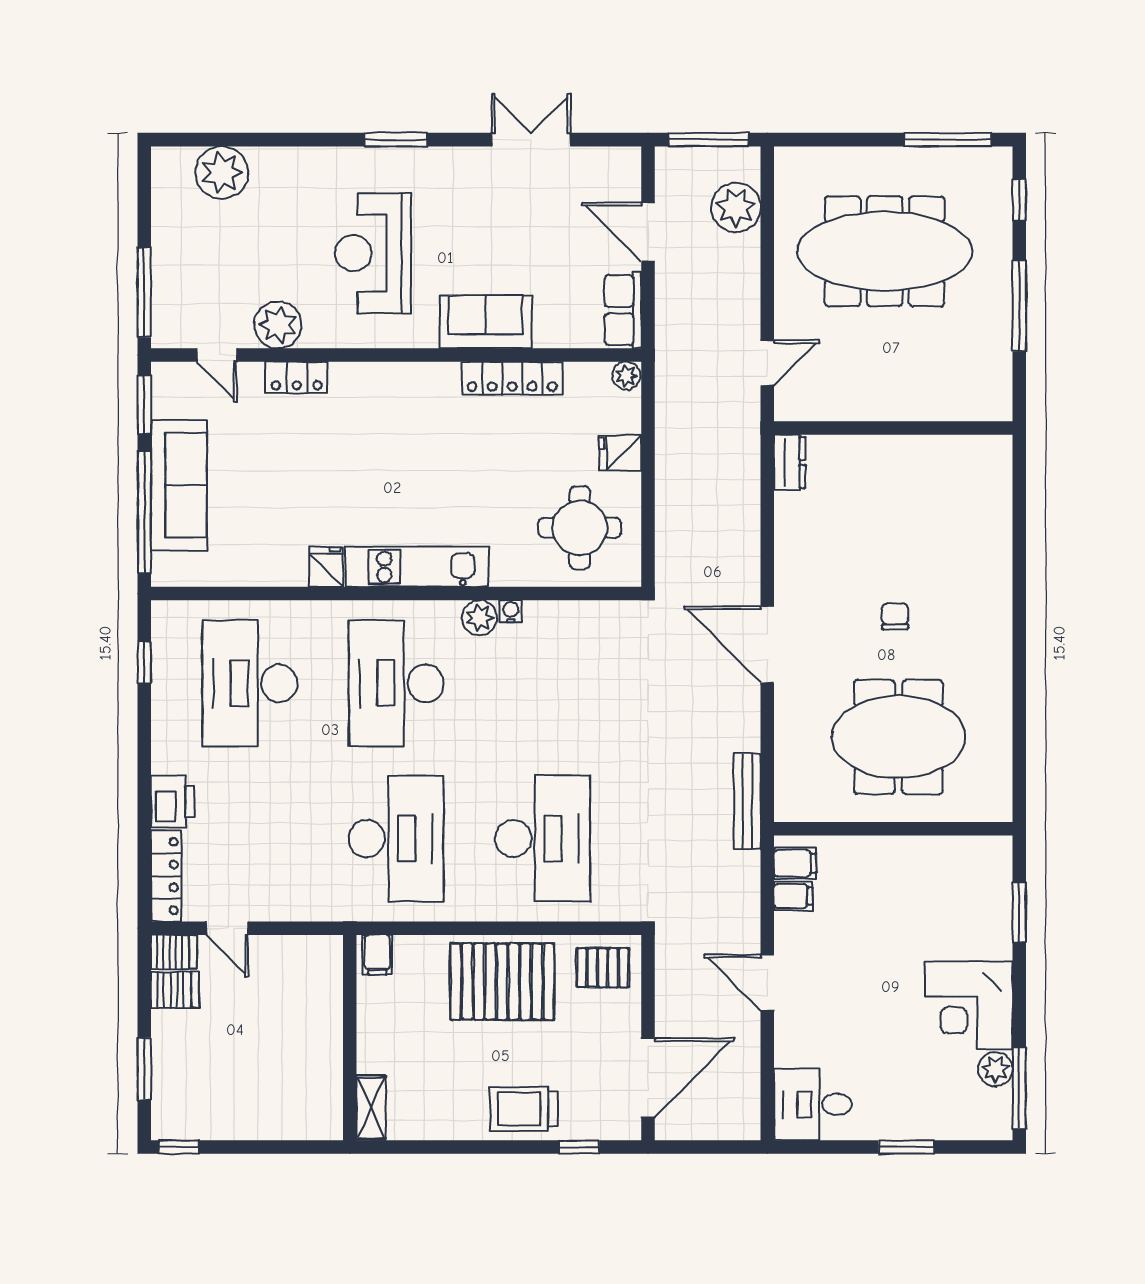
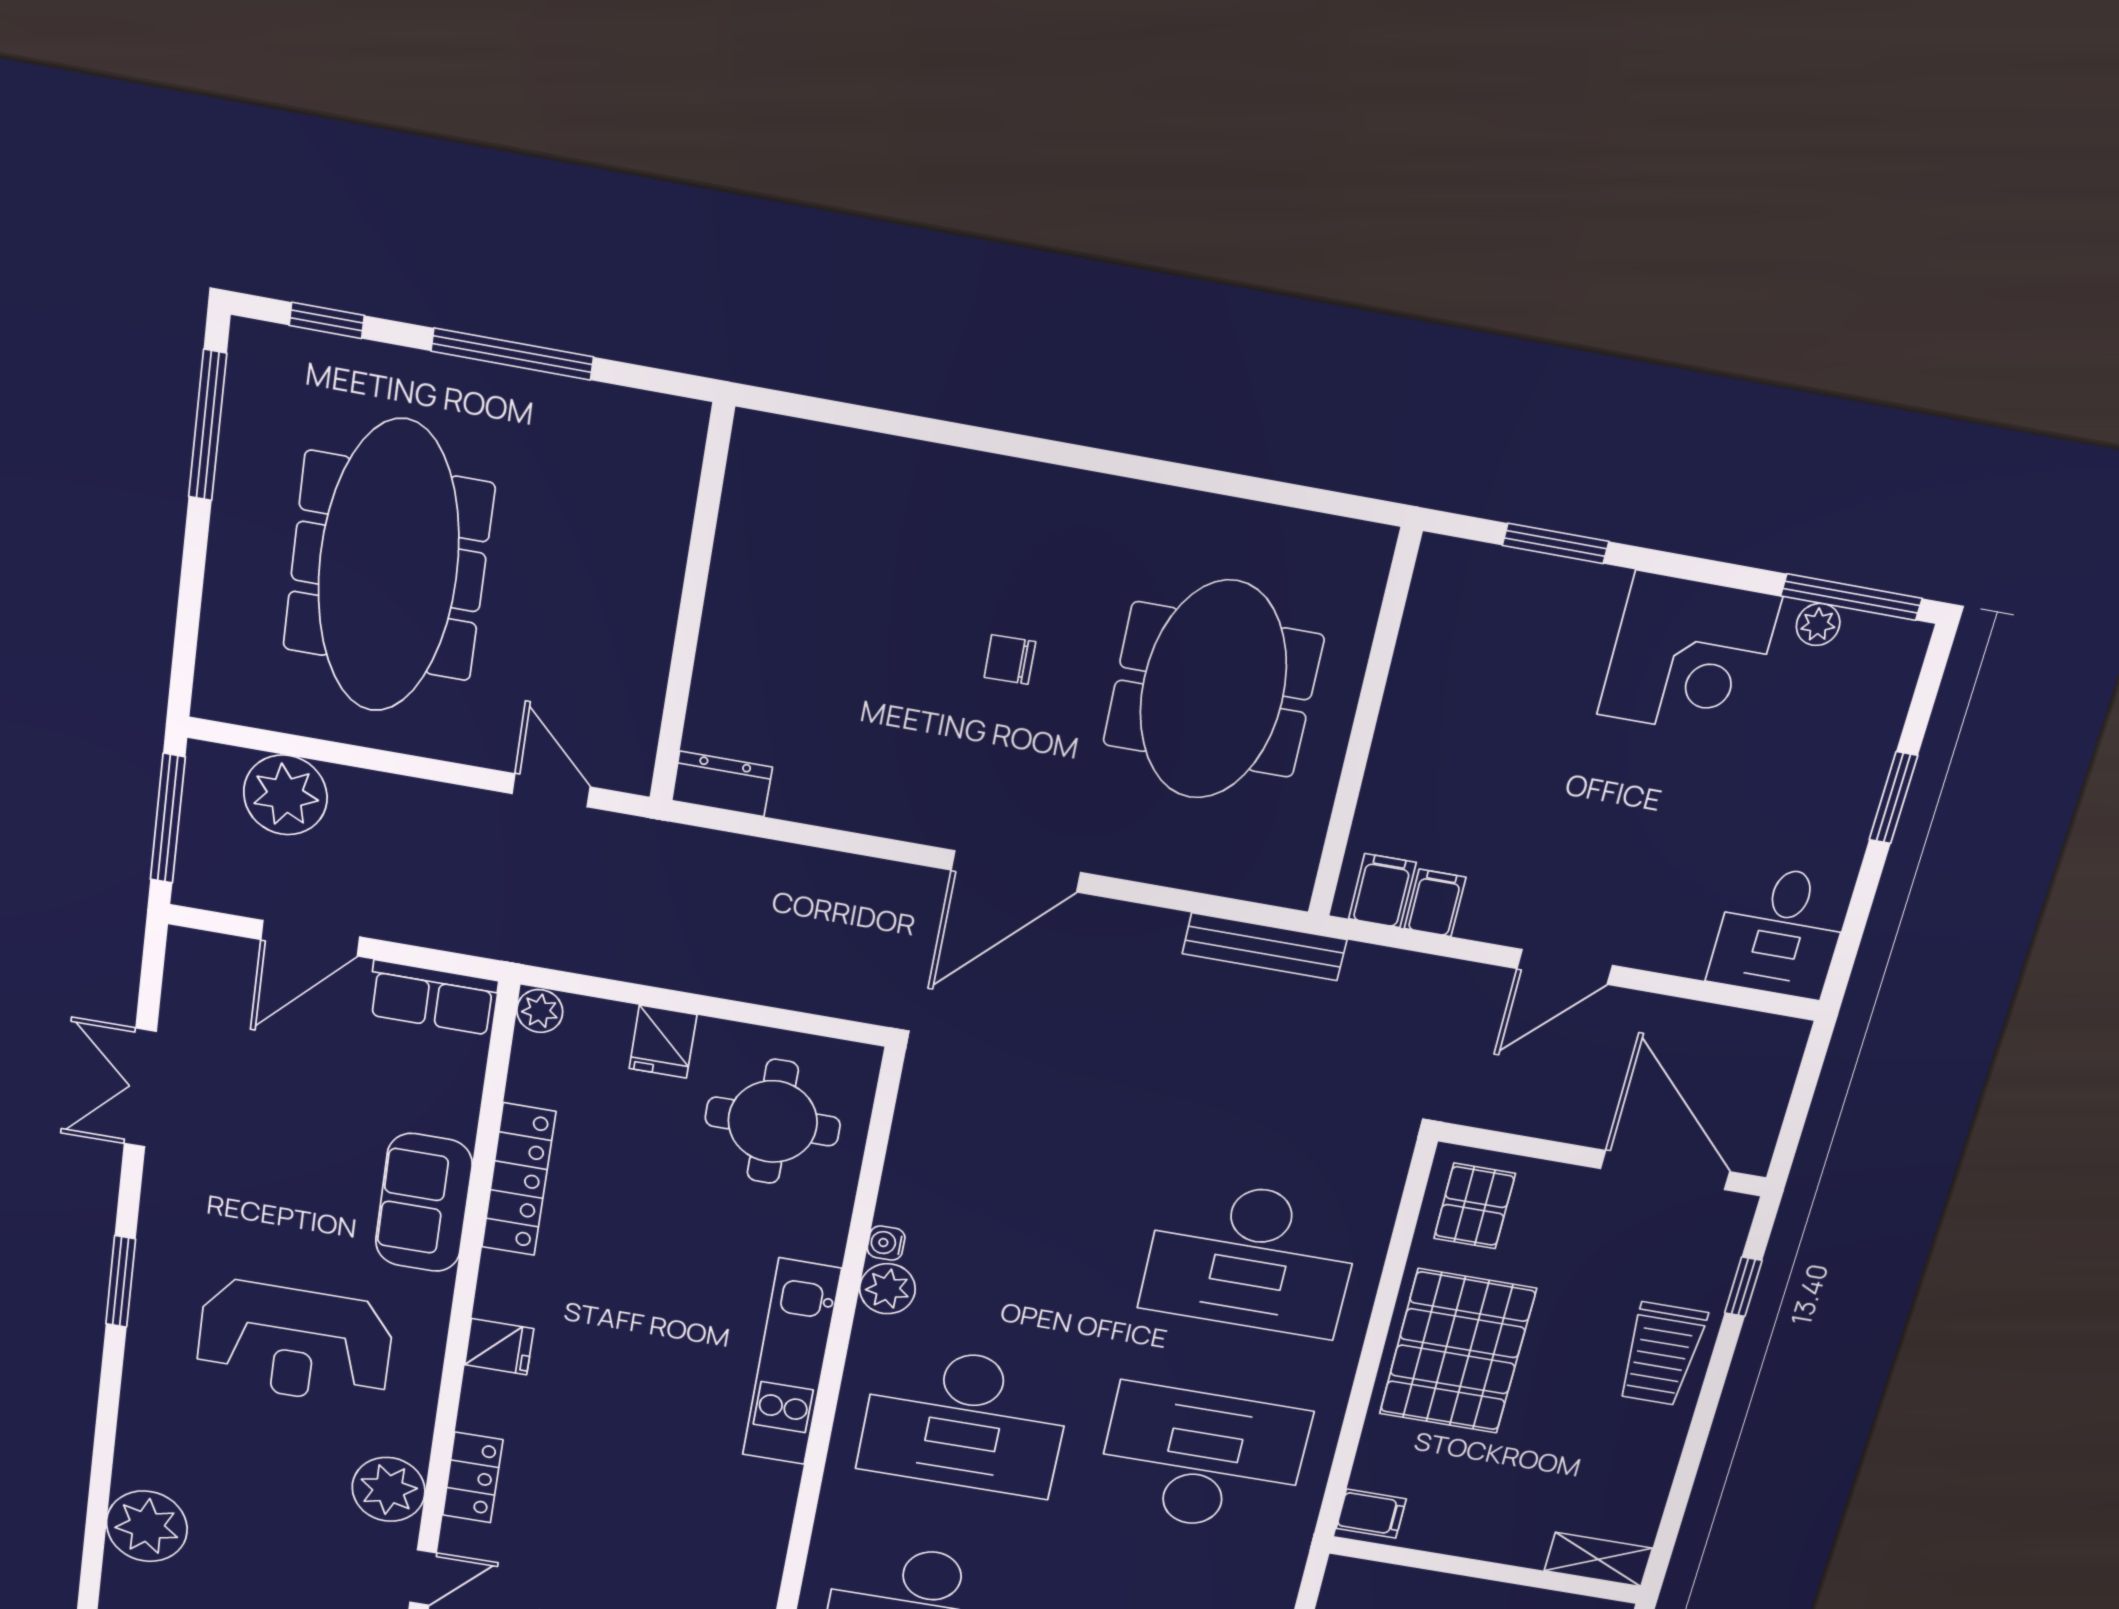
fridge: (326, 567) -> (499, 1347), moved, turned 180
desk: (543, 839) -> (1251, 1258), turned 180
plant: (995, 1069) -> (1818, 624), width x0.73, depth x0.73

